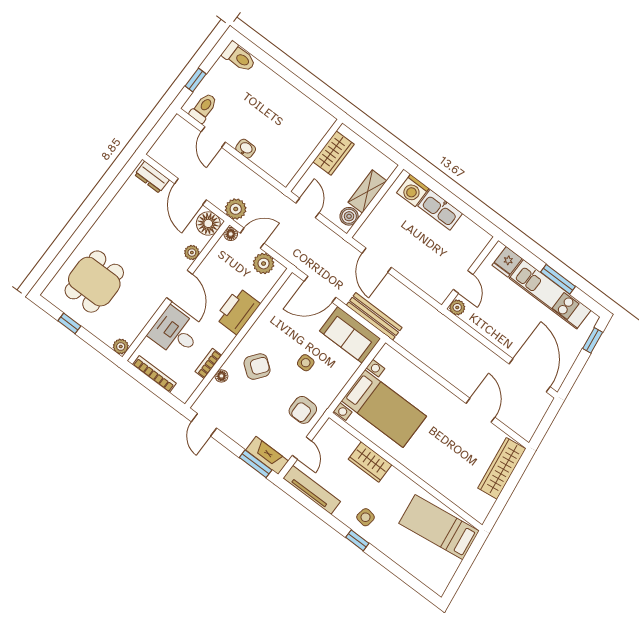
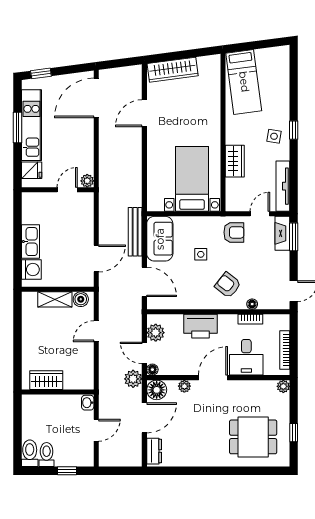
toilet: (204, 108) -> (47, 455), moved, turned 90
wardrobe: (333, 153) -> (46, 380), moved
wall: (314, 155) -> (58, 392), moved

